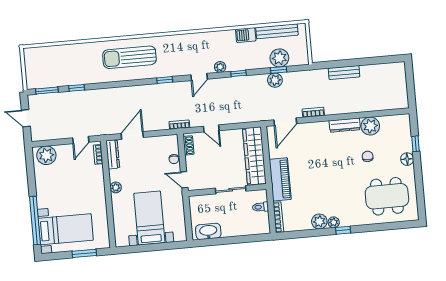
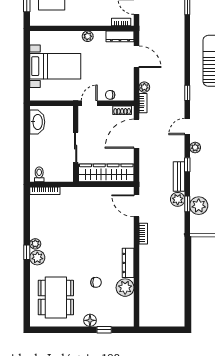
bench: (344, 73) -> (179, 177), moved
door: (199, 77) -> (187, 126), hinge flipped
plant: (163, 125) -> (144, 87), added
door: (211, 128) -> (136, 134), width x1.87
piano: (280, 179) -> (81, 196), removed
toilet: (260, 207) -> (39, 174), moved
plant: (319, 221) -> (37, 258), moved

